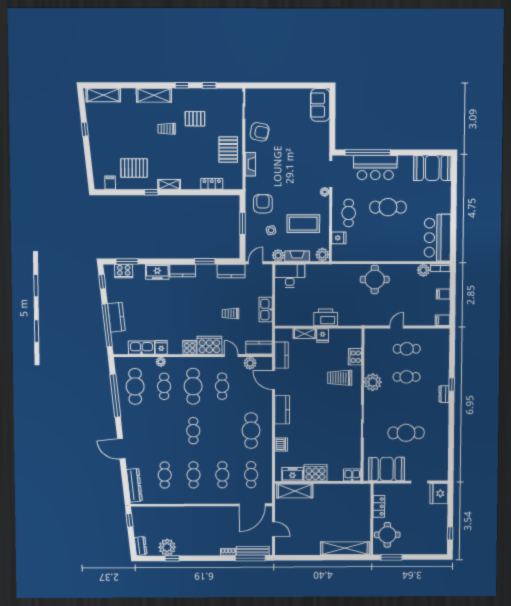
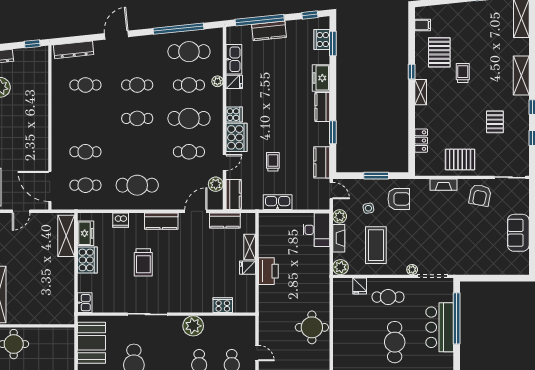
sofa: (320, 105) -> (518, 233), moved, turned -90
trolley: (167, 129) -> (463, 73), moved
trolley: (340, 378) -> (143, 262), moved, turned 180
cafe table: (194, 475) -> (137, 85), moved
locker: (379, 506) -> (47, 334), removed

